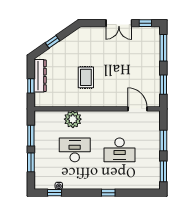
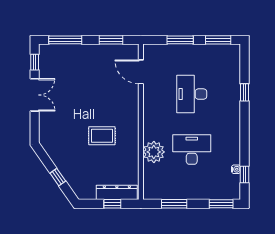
dresser: (40, 76) -> (117, 192), moved
door: (137, 109) -> (141, 72), hinge flipped
desk: (75, 150) -> (192, 150), turned 90
desk: (120, 150) -> (192, 94), turned 180
window: (31, 162) -> (221, 204), moved
window: (108, 193) -> (245, 92), moved

